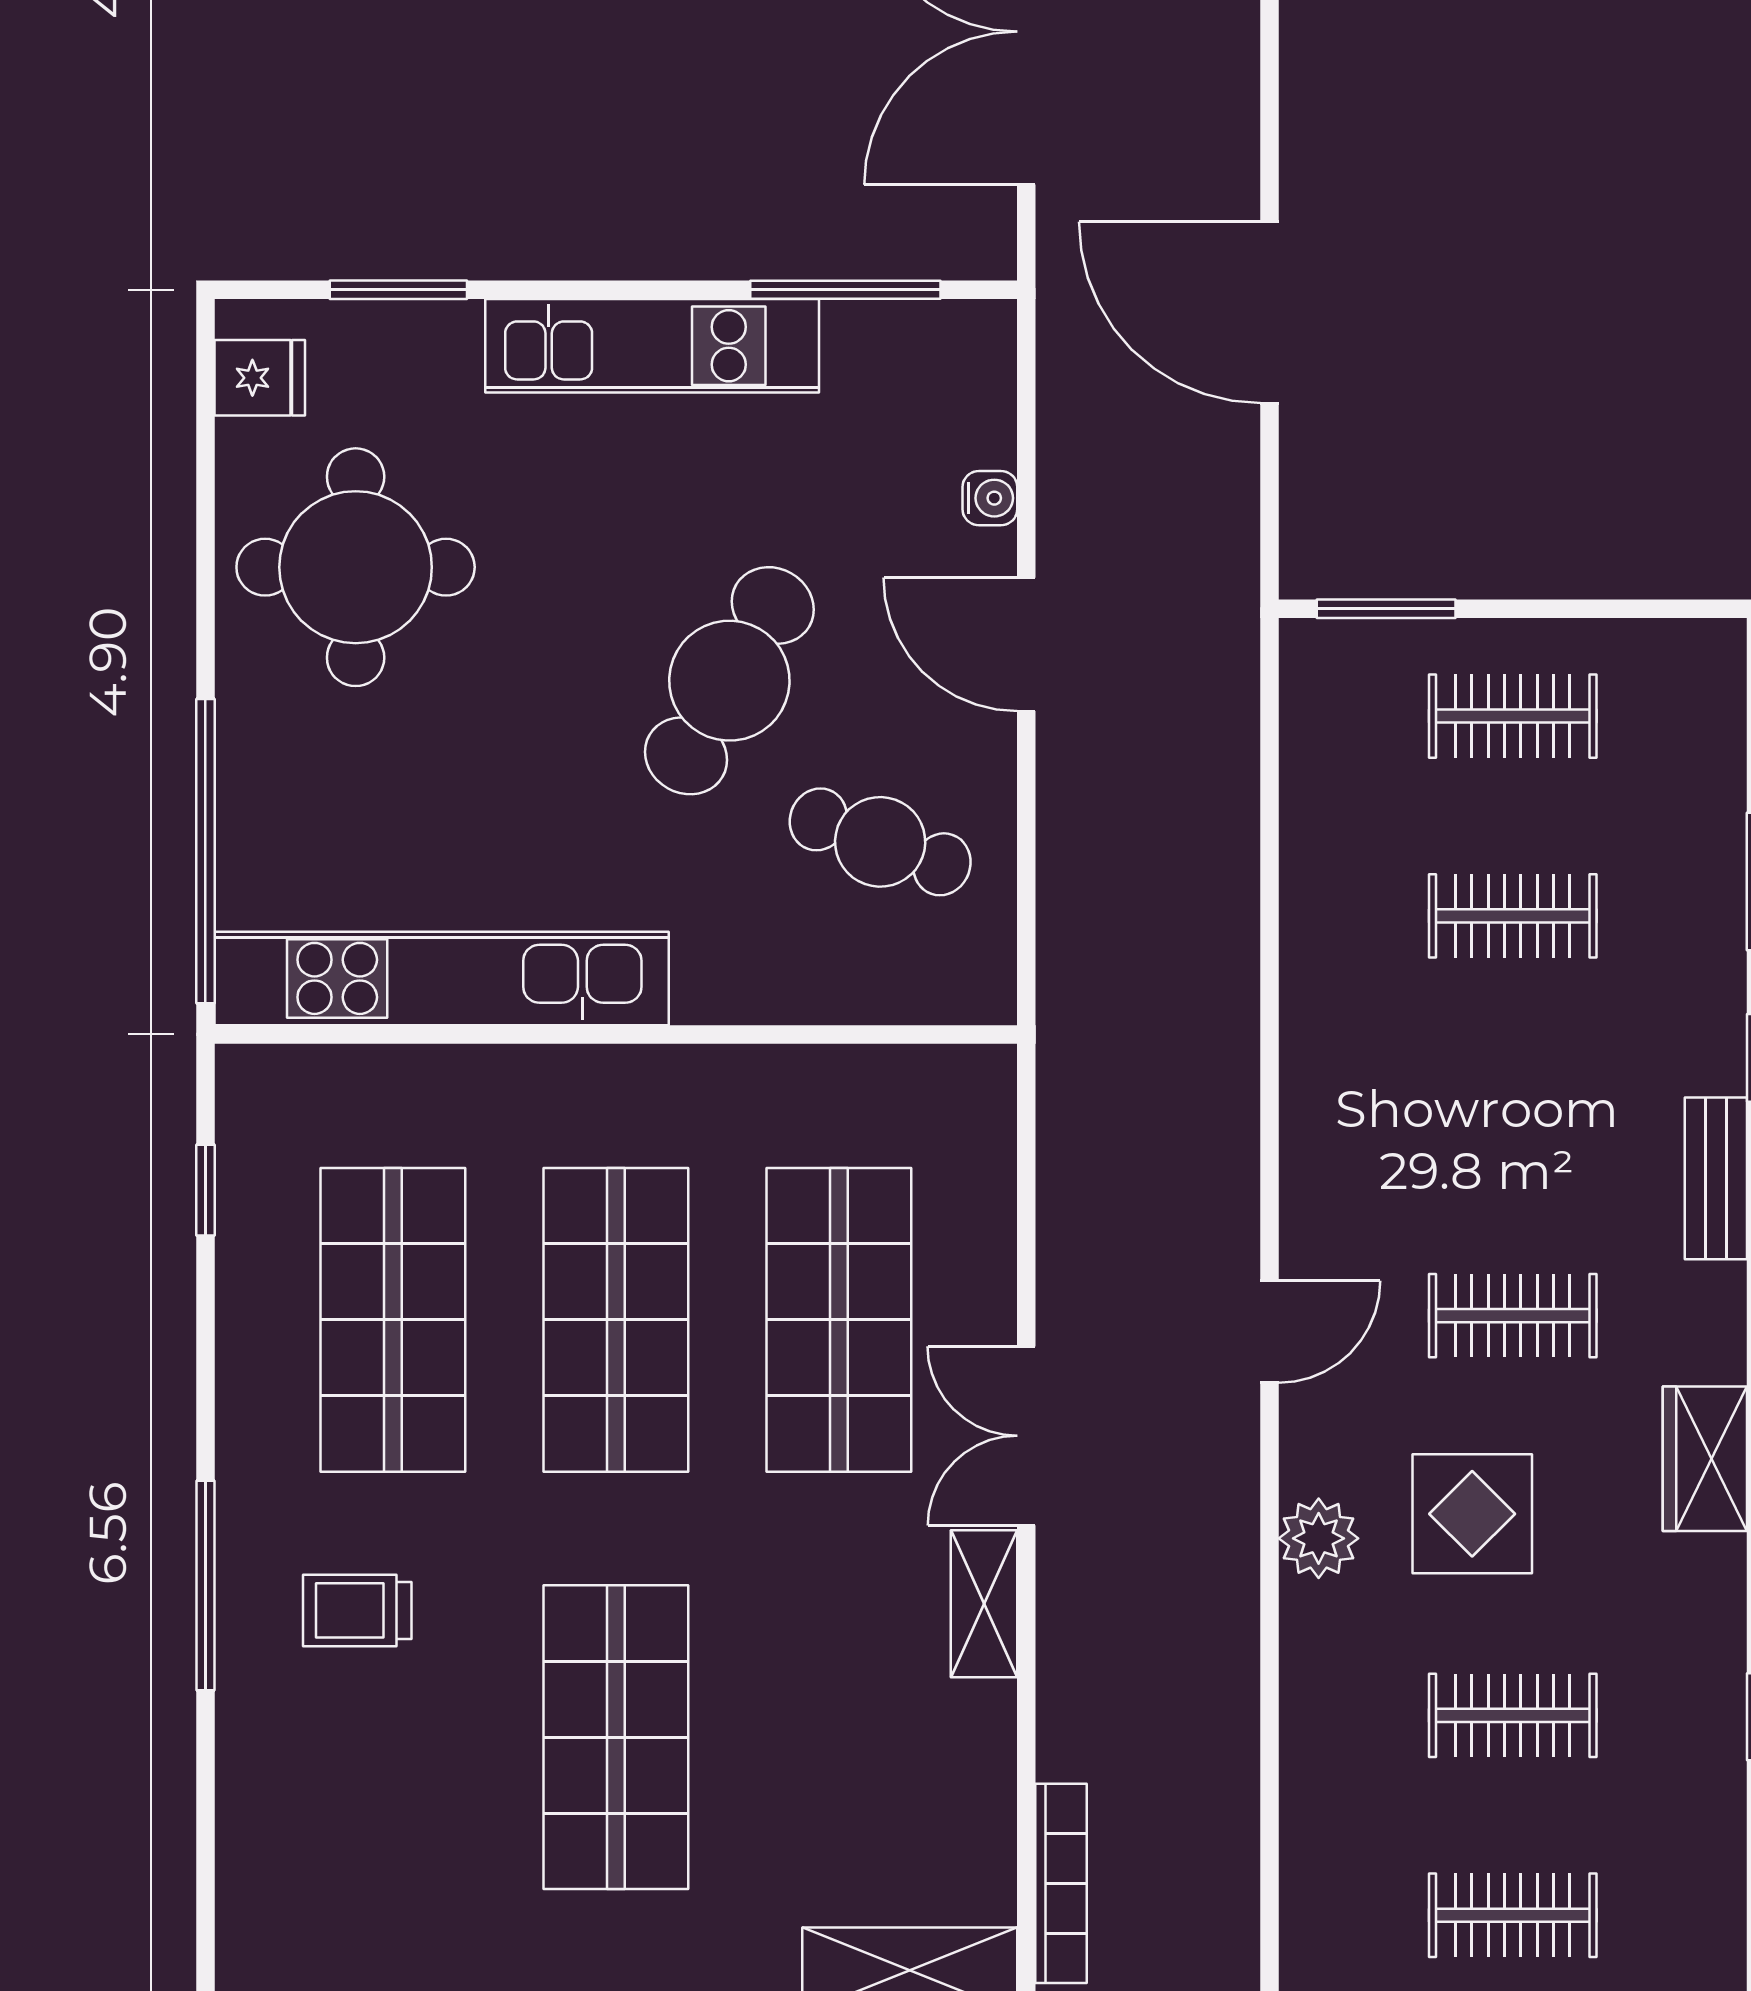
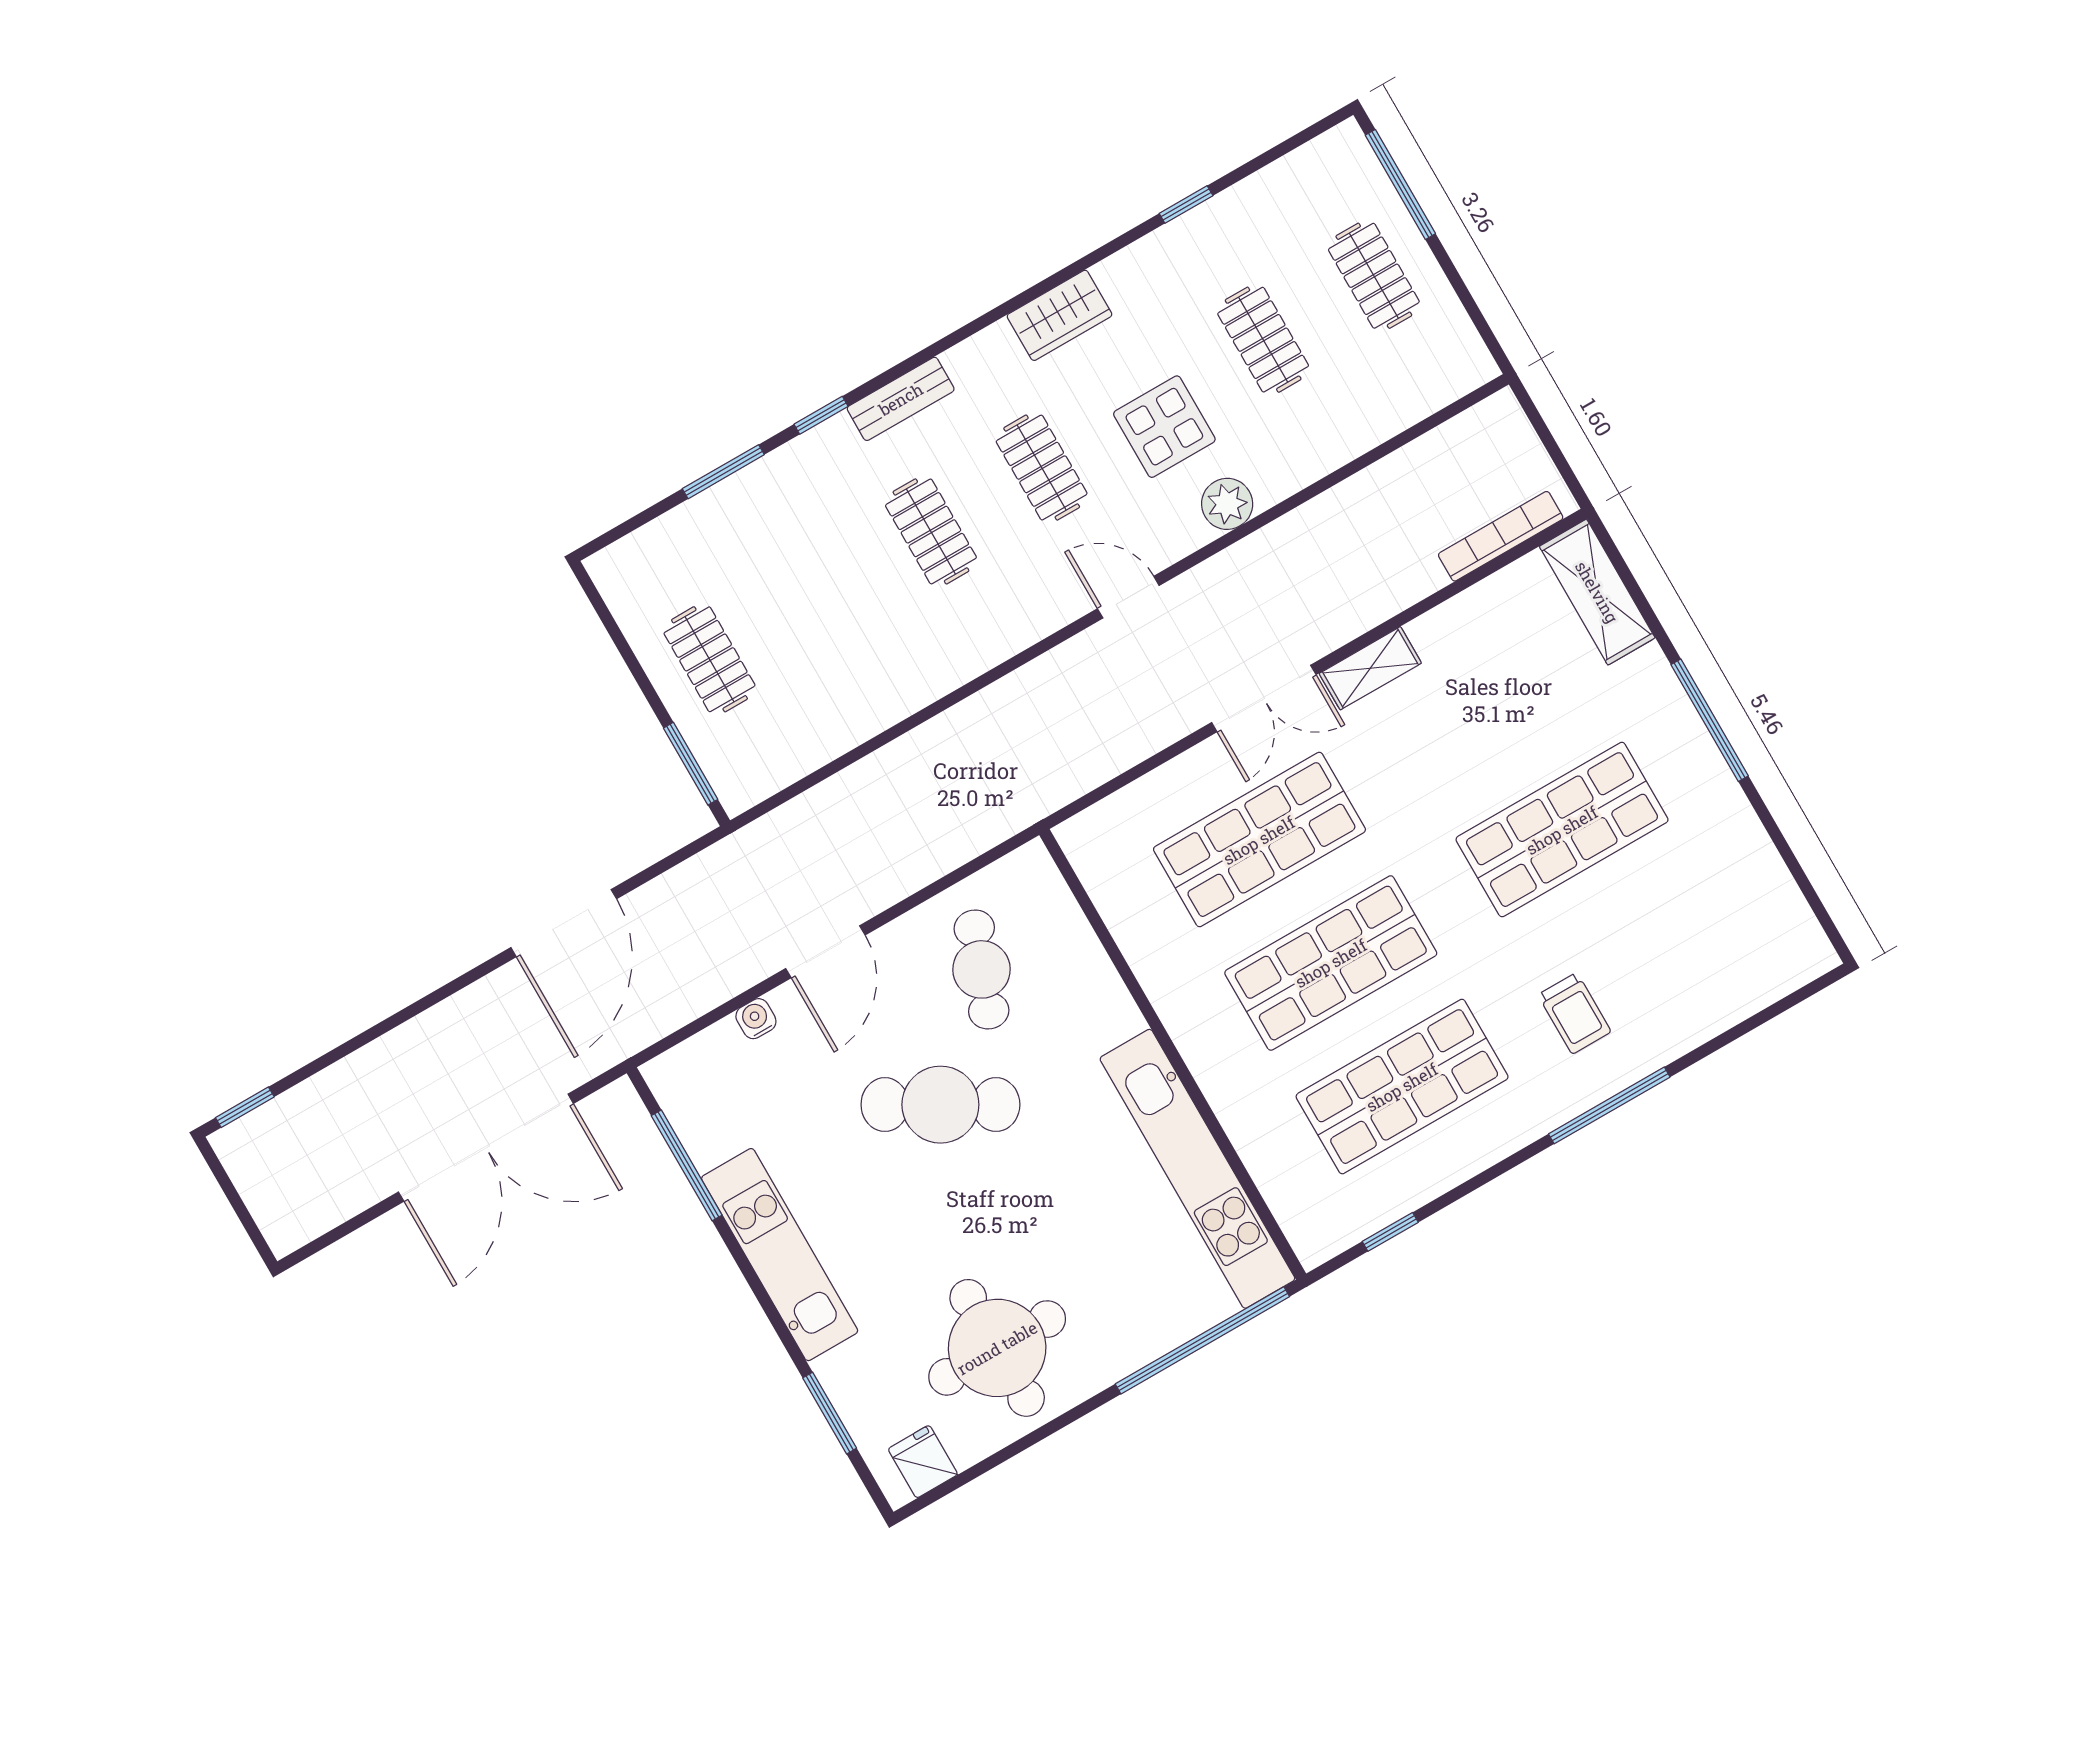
clothes rail: (1513, 916) -> (931, 531), moved

